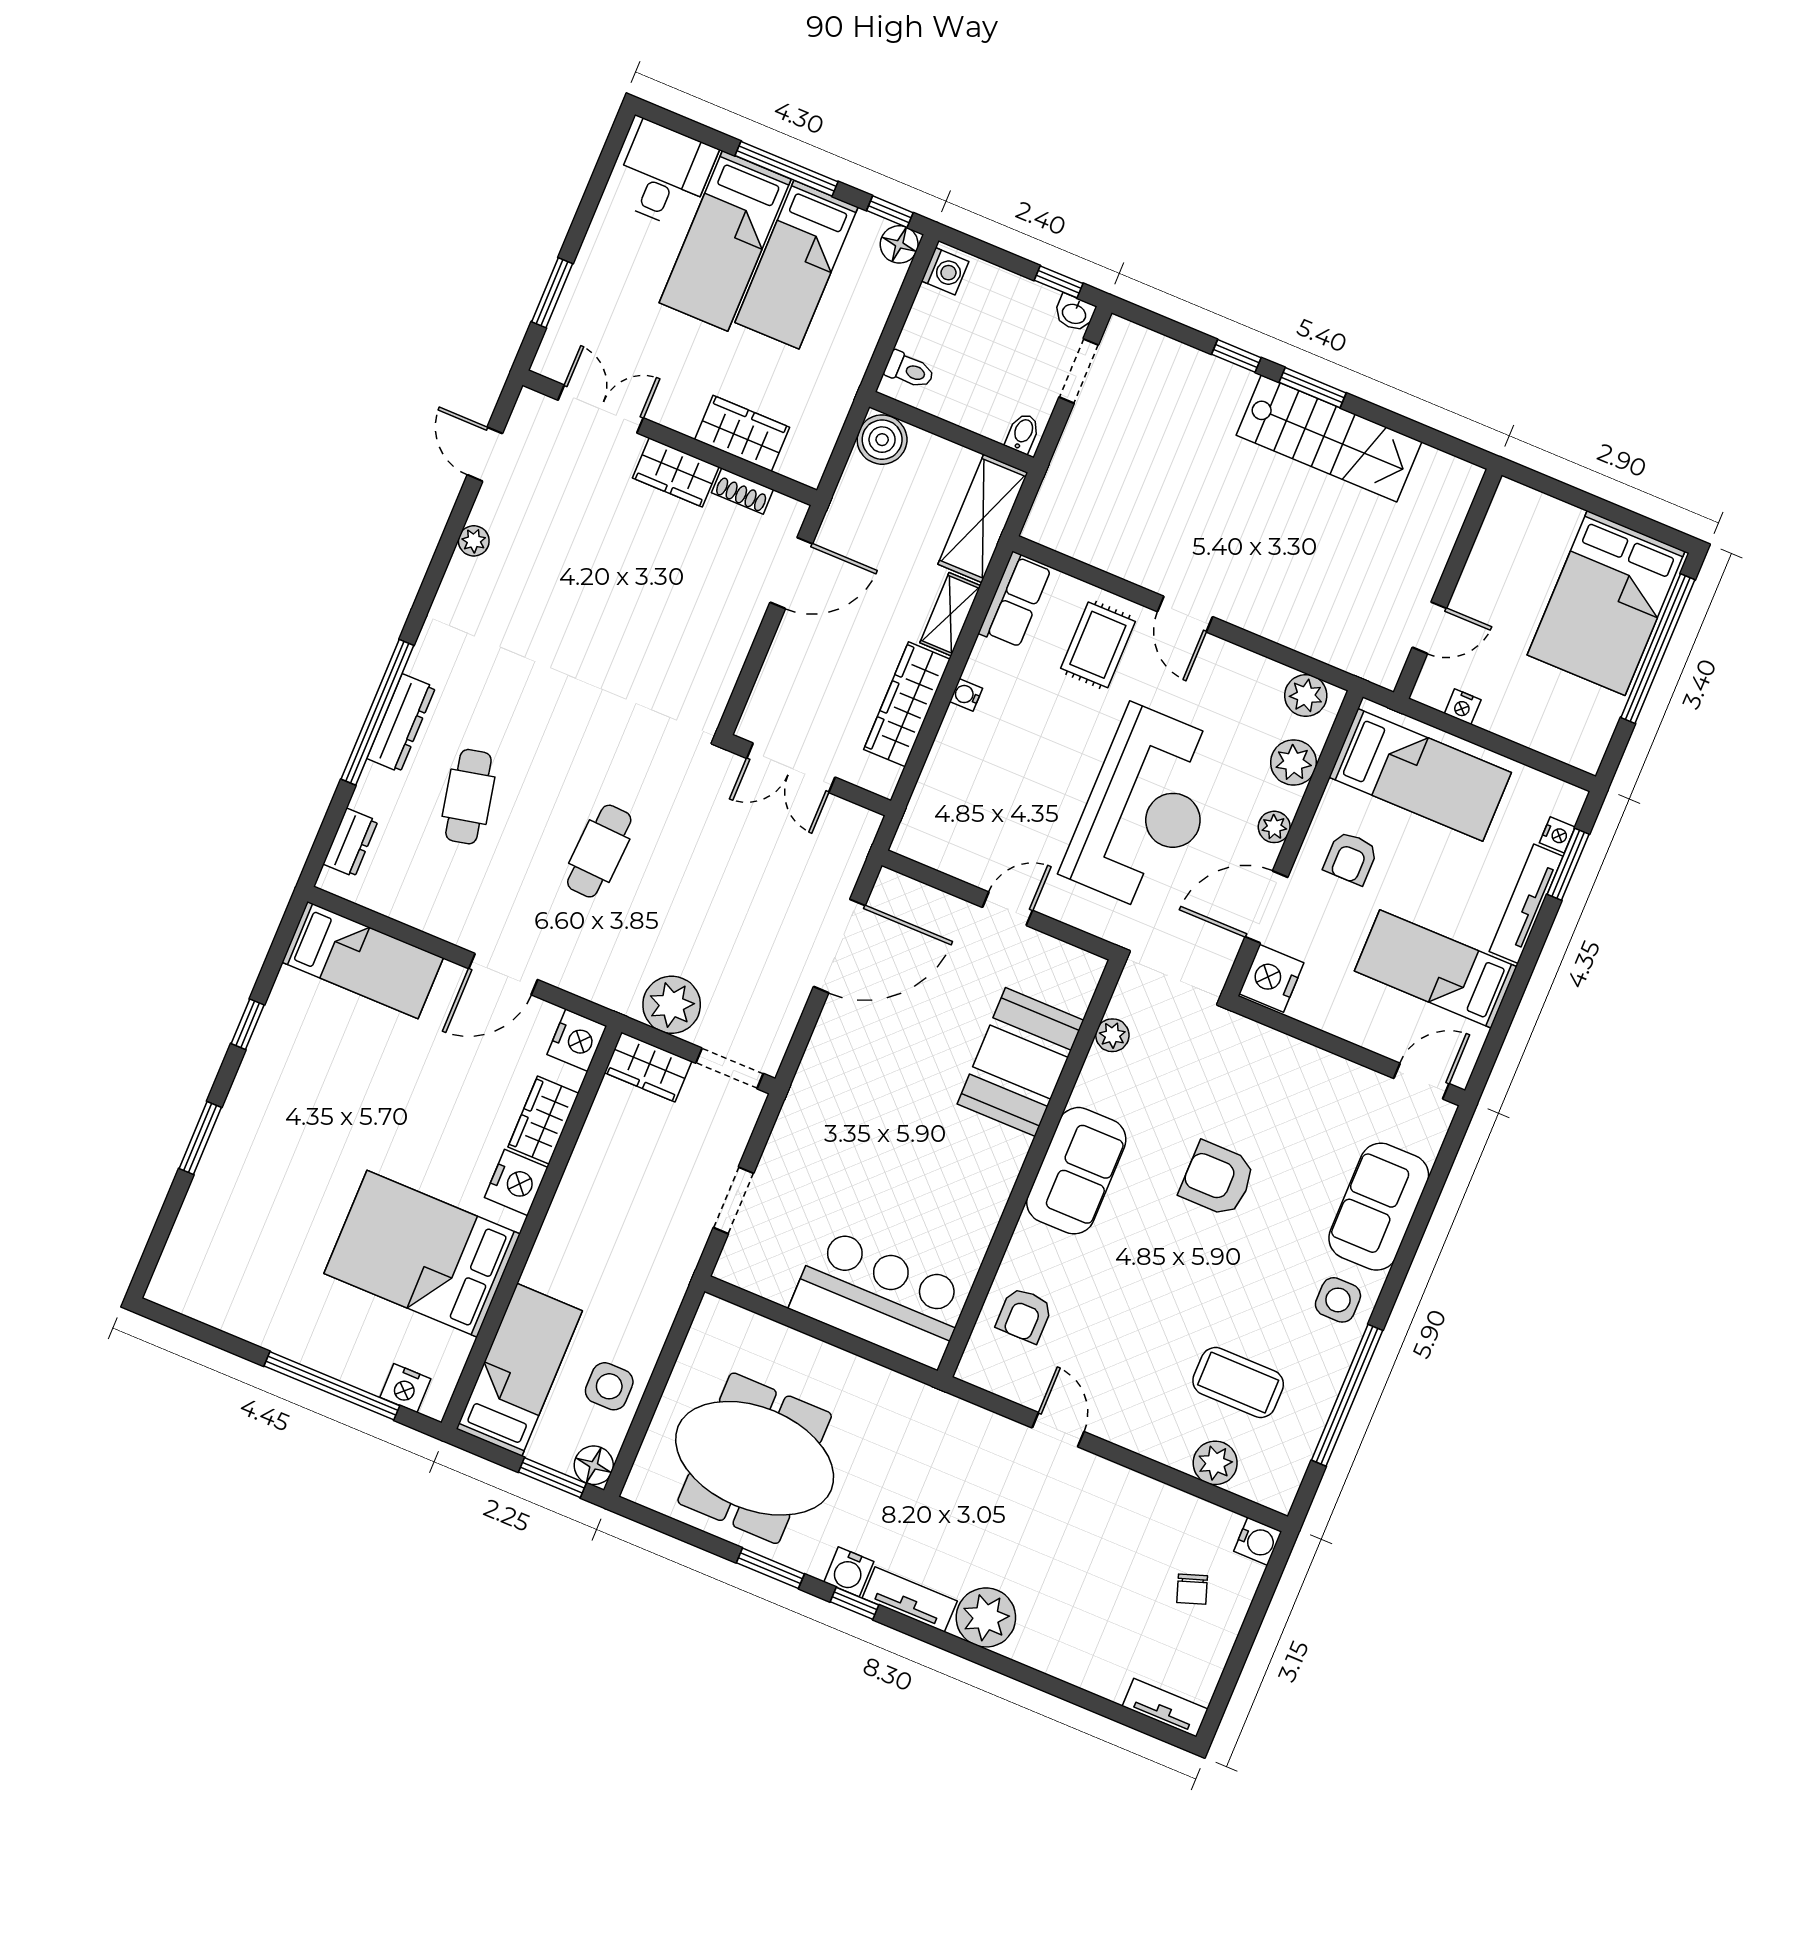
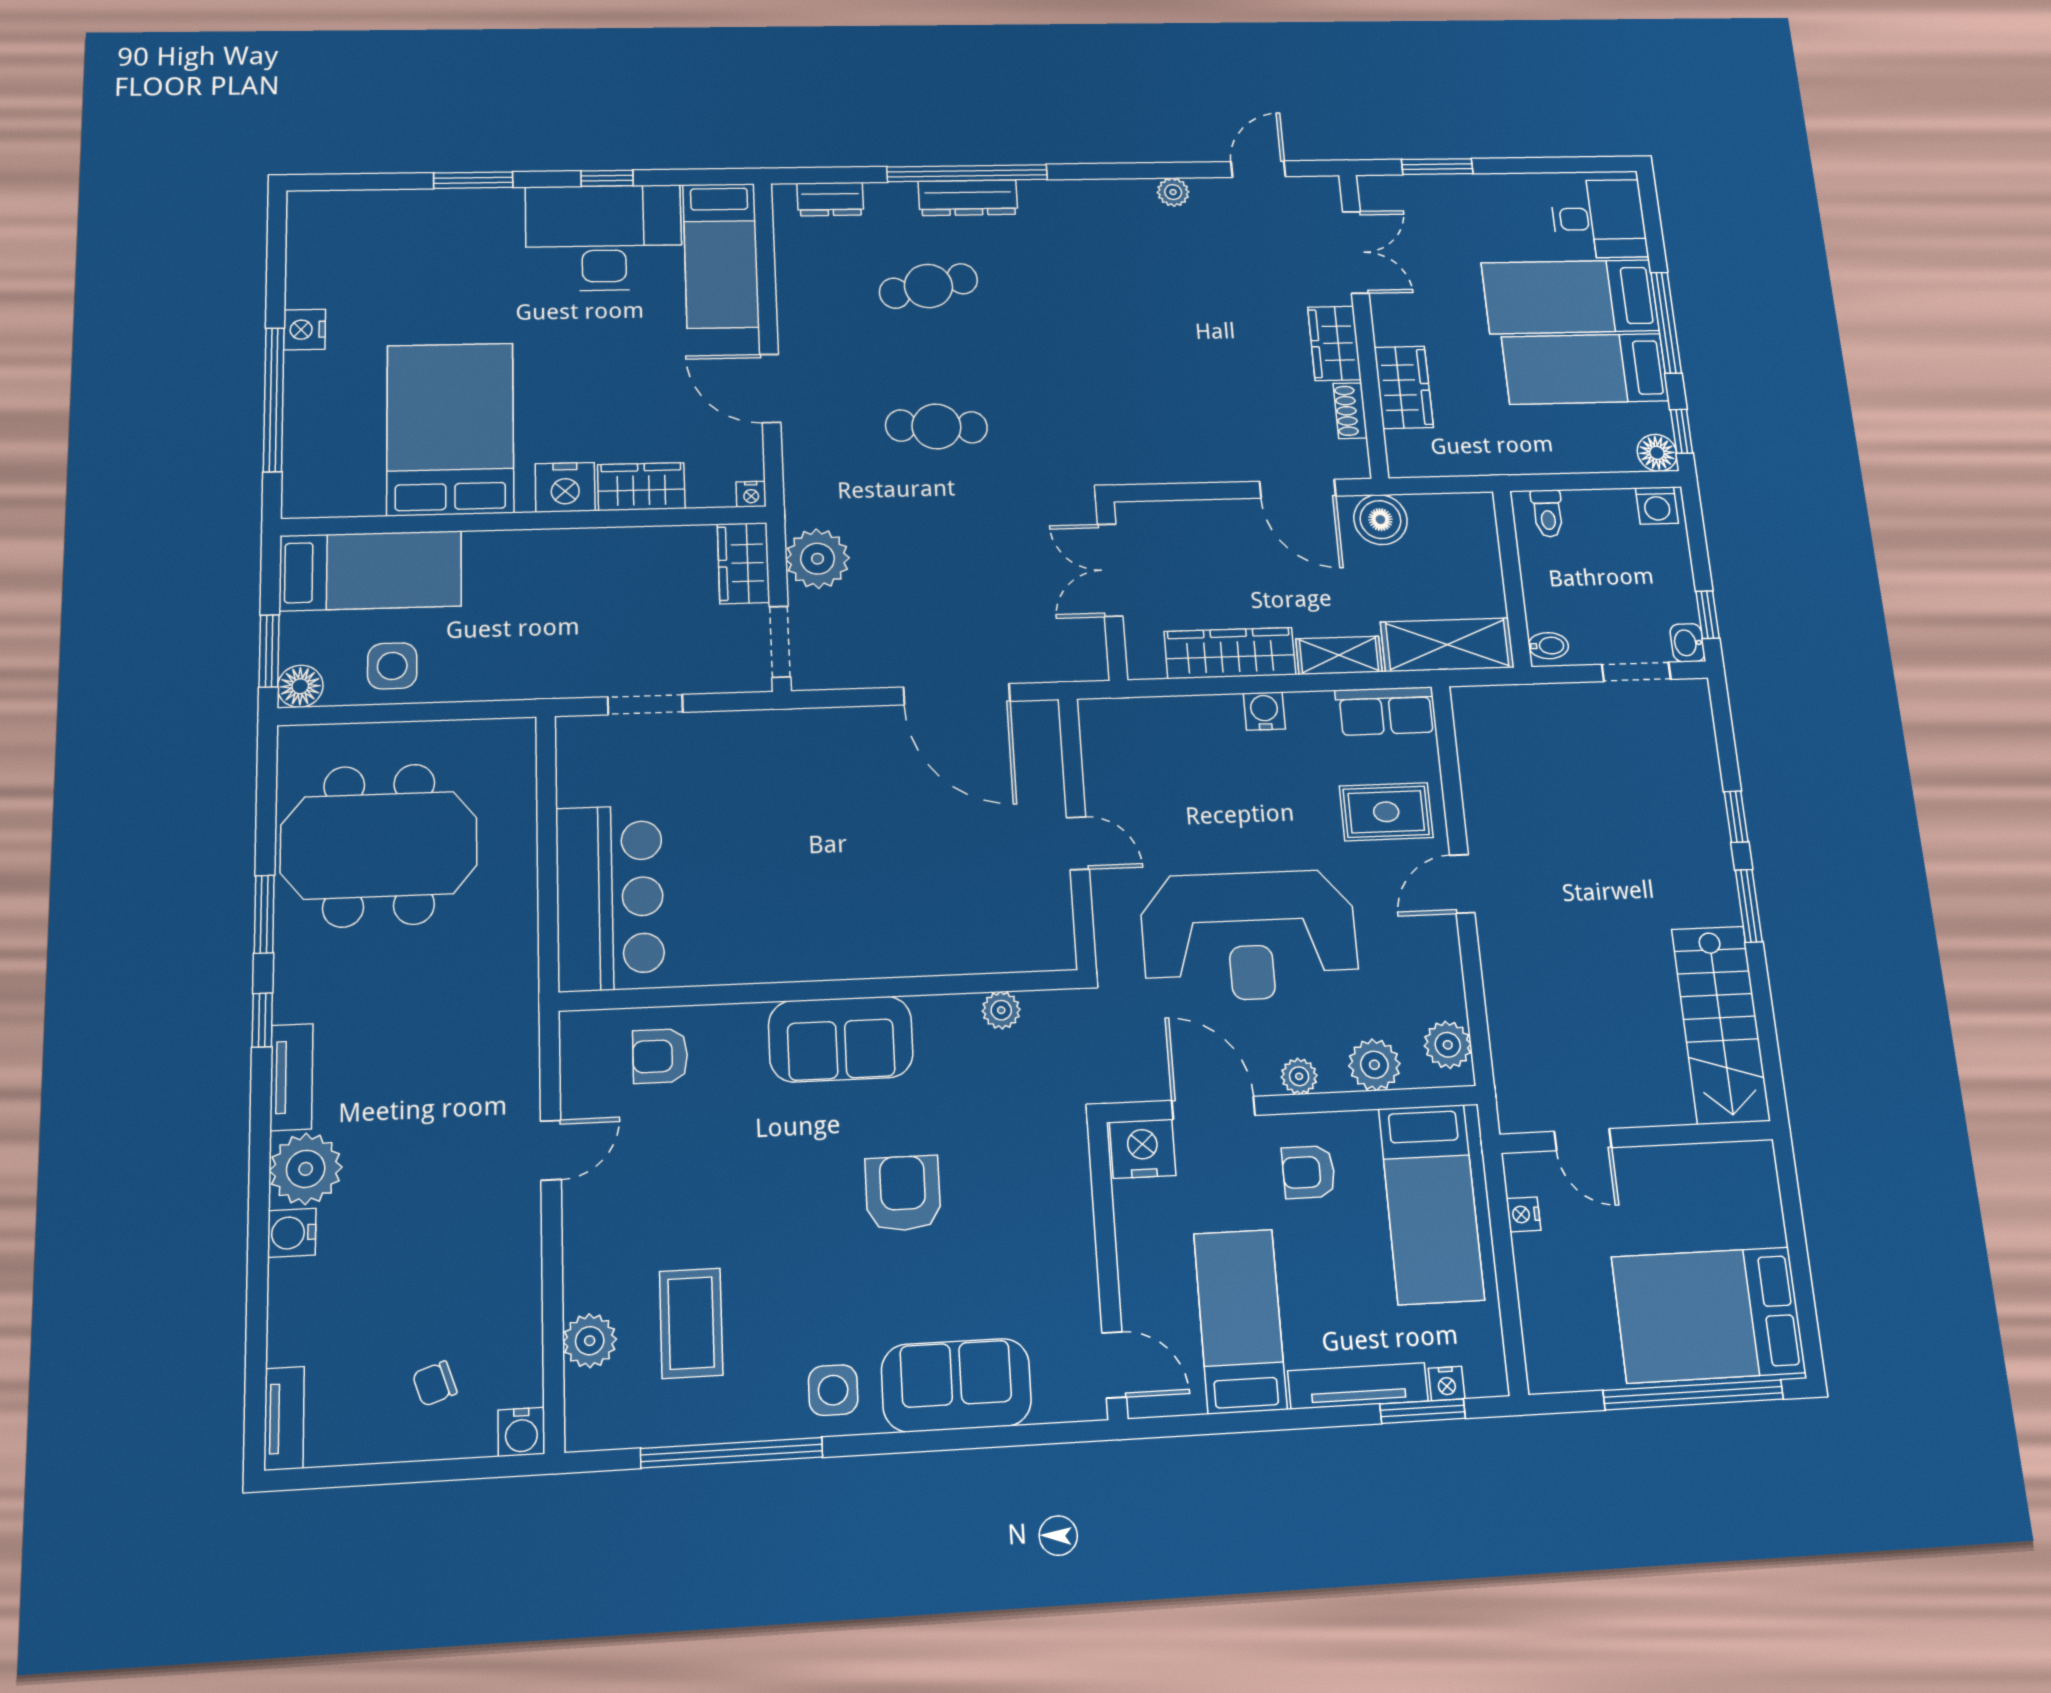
stairs: (1329, 438) -> (1721, 1024), moved
boiler: (882, 440) -> (1380, 520), moved
water cooler: (966, 695) -> (1264, 711), width x1.38, depth x1.38
nightstand: (577, 1040) -> (751, 494), width x0.53, depth x0.56
desk: (303, 1052) -> (604, 238), added
booth: (1020, 1062) -> (927, 928), removed
nightstand: (405, 1388) -> (304, 330), moved
meeting table: (755, 1458) -> (379, 845), turned 90
water cooler: (849, 1572) -> (292, 1233), moved

